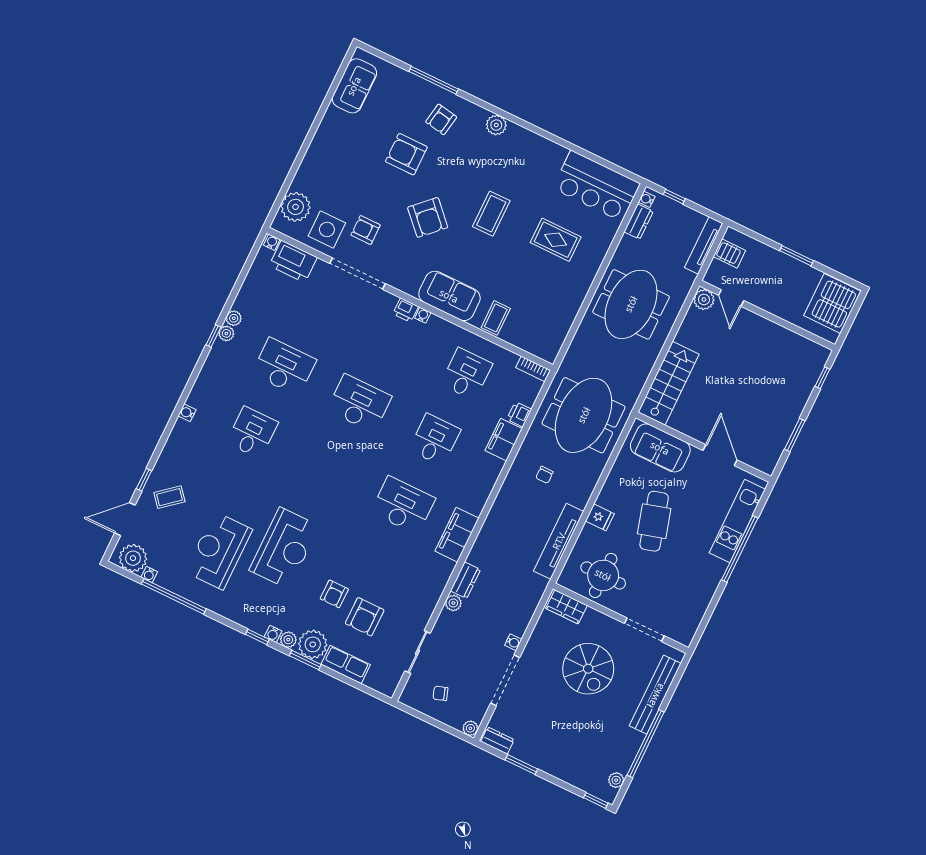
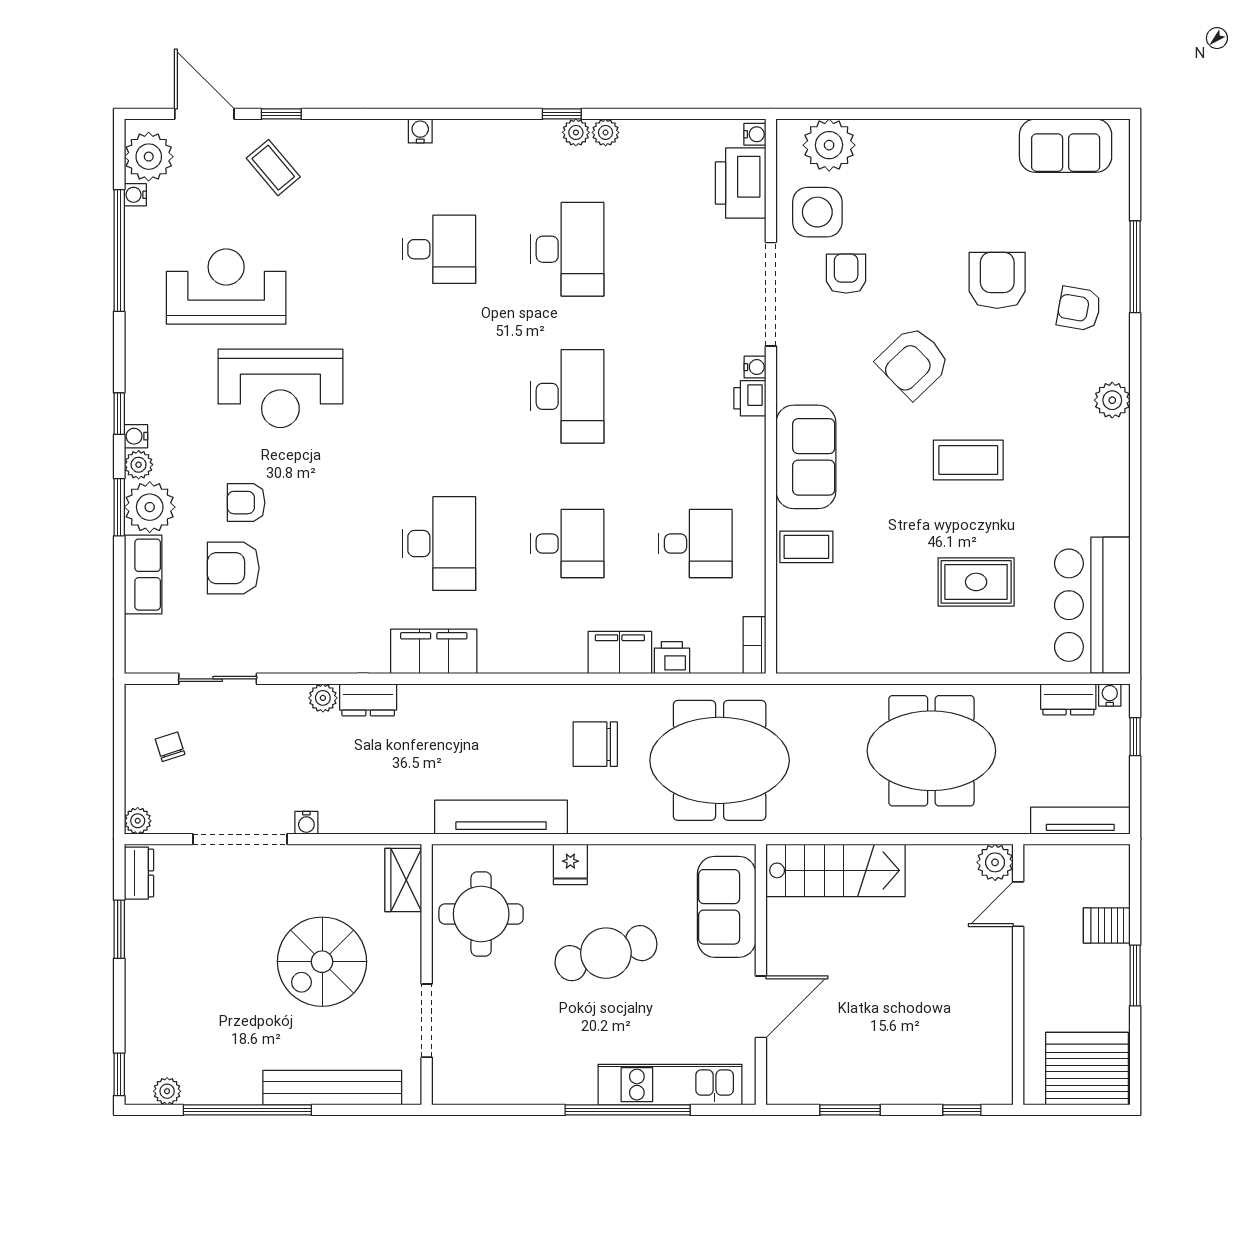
rug: (556, 240) -> (976, 582), turned 90
server rack: (729, 254) -> (1107, 925), moved, turned 90
water cooler: (423, 315) -> (755, 367), moved
chair: (544, 475) -> (595, 744), width x1.87, depth x1.87

